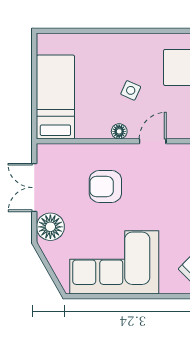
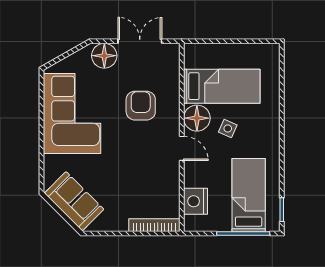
bed: (55, 97) -> (222, 86), moved
floor lamp: (119, 131) -> (197, 118), width x1.89, depth x1.89

